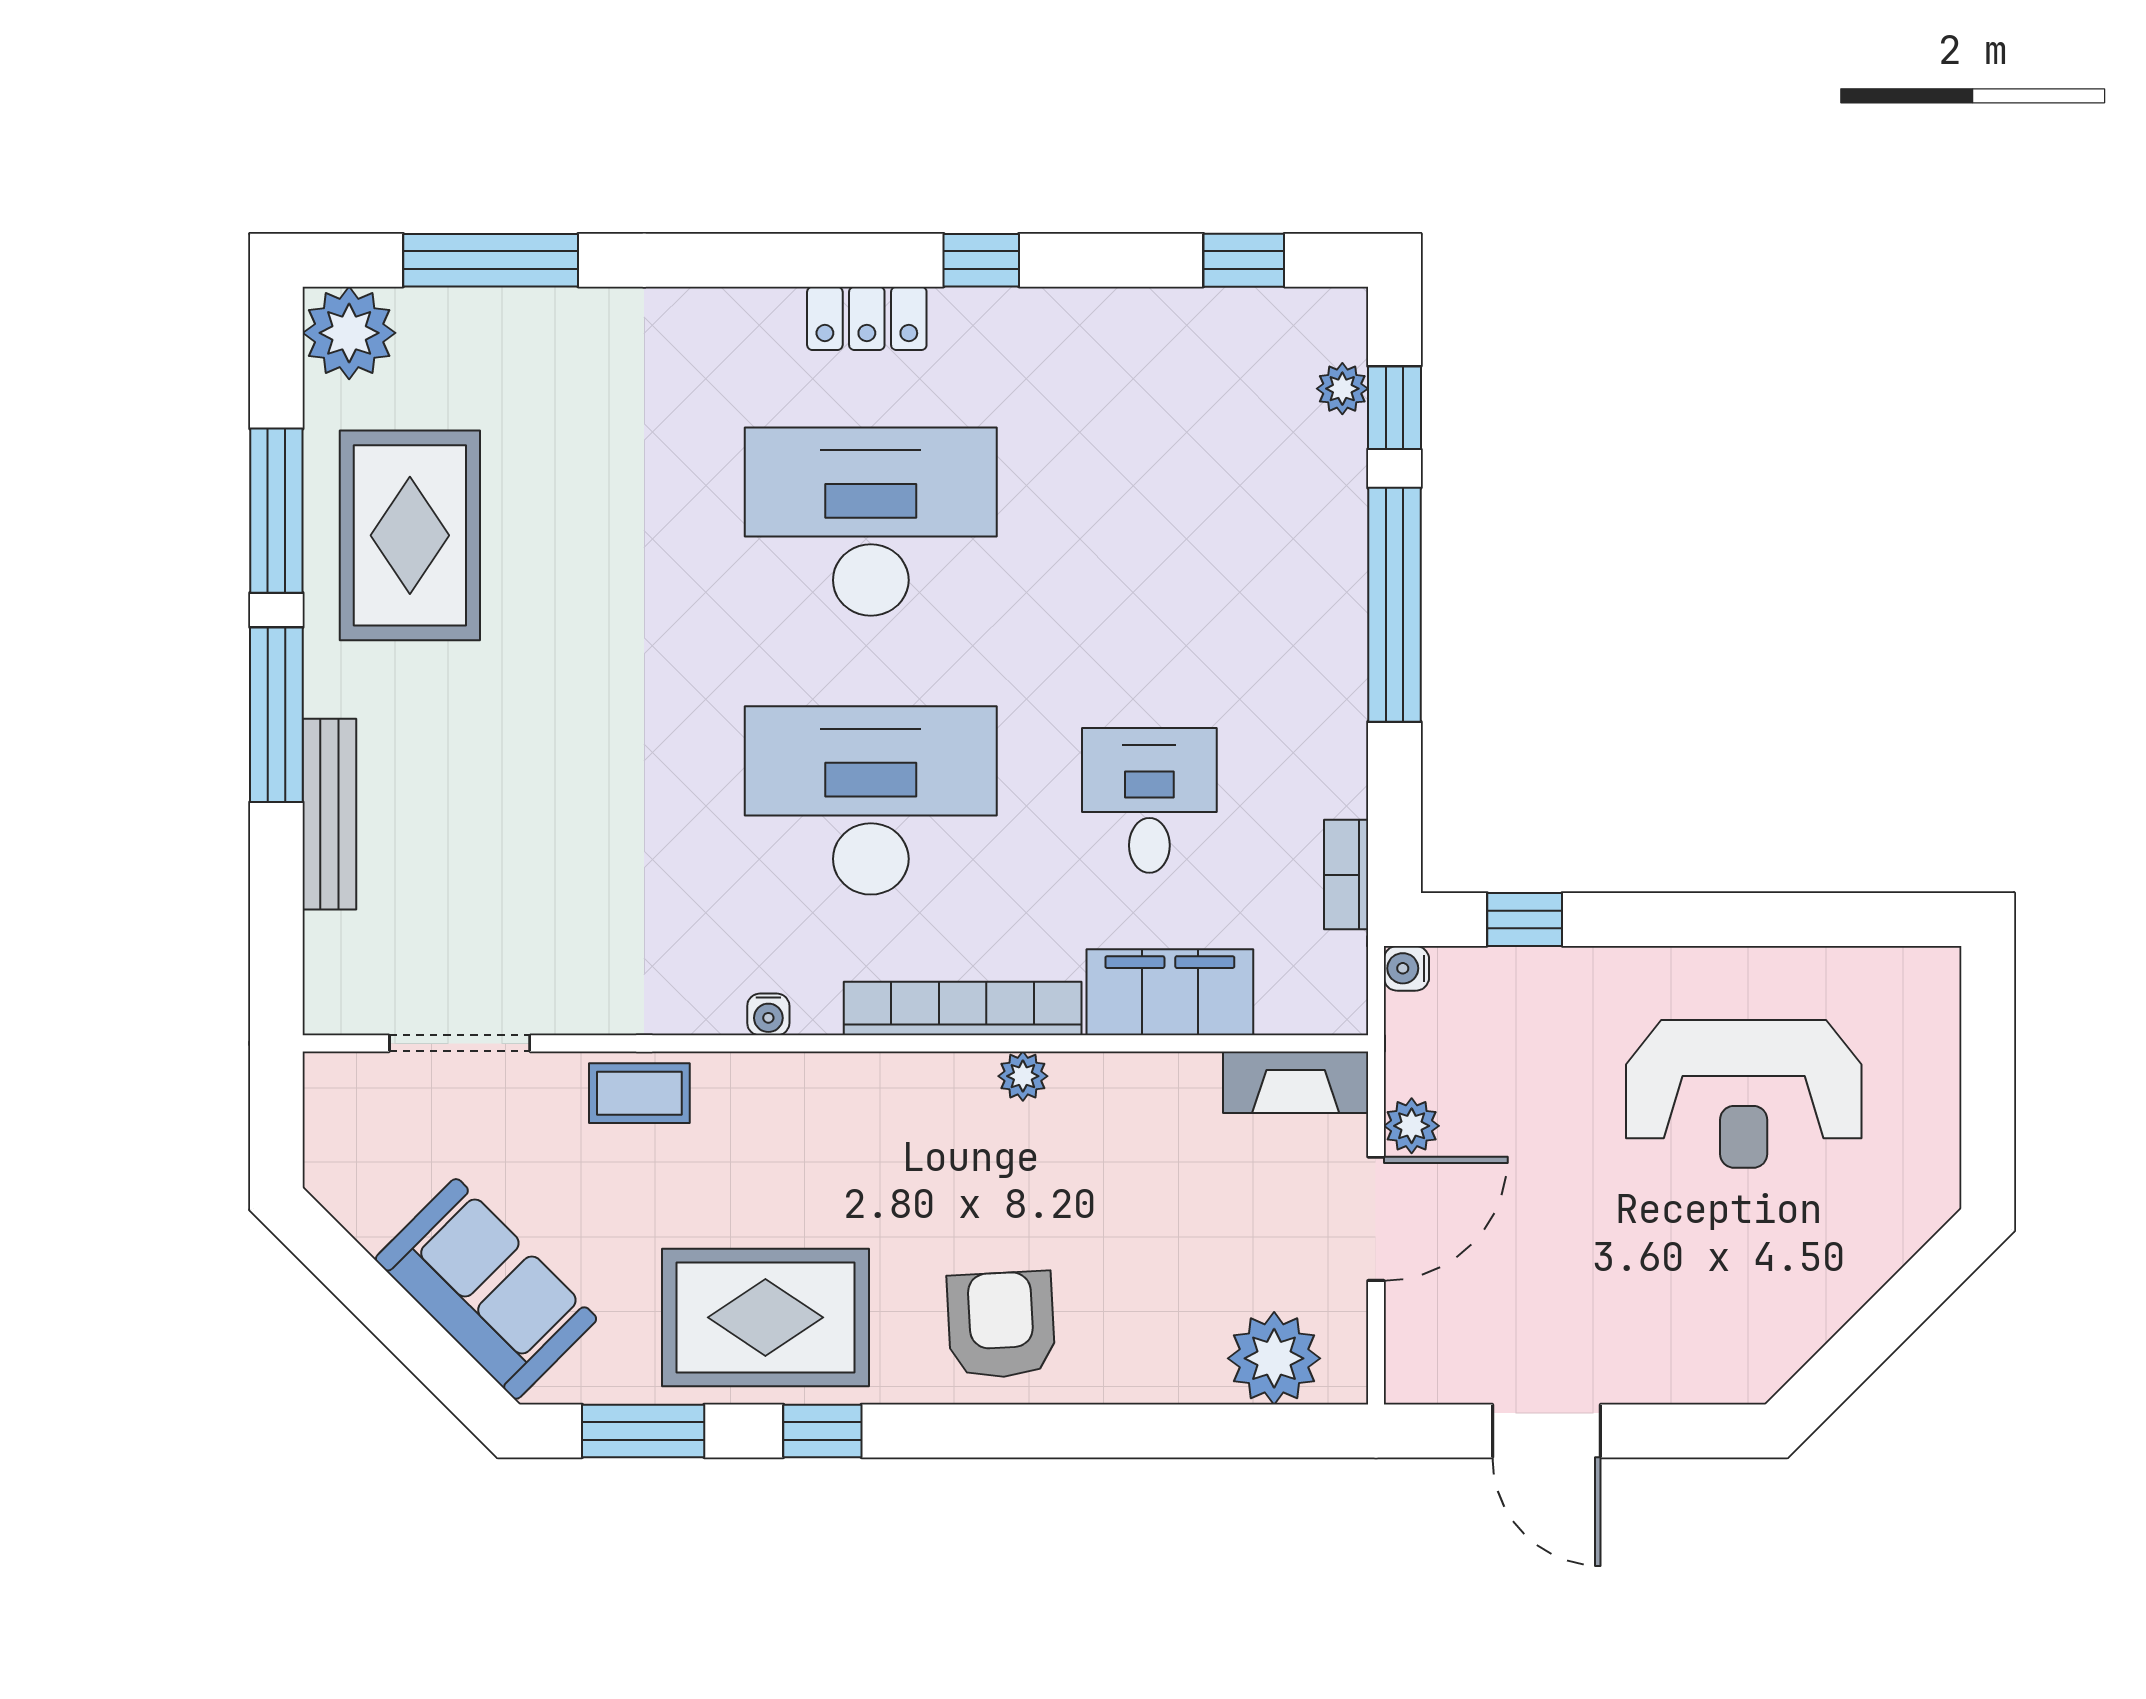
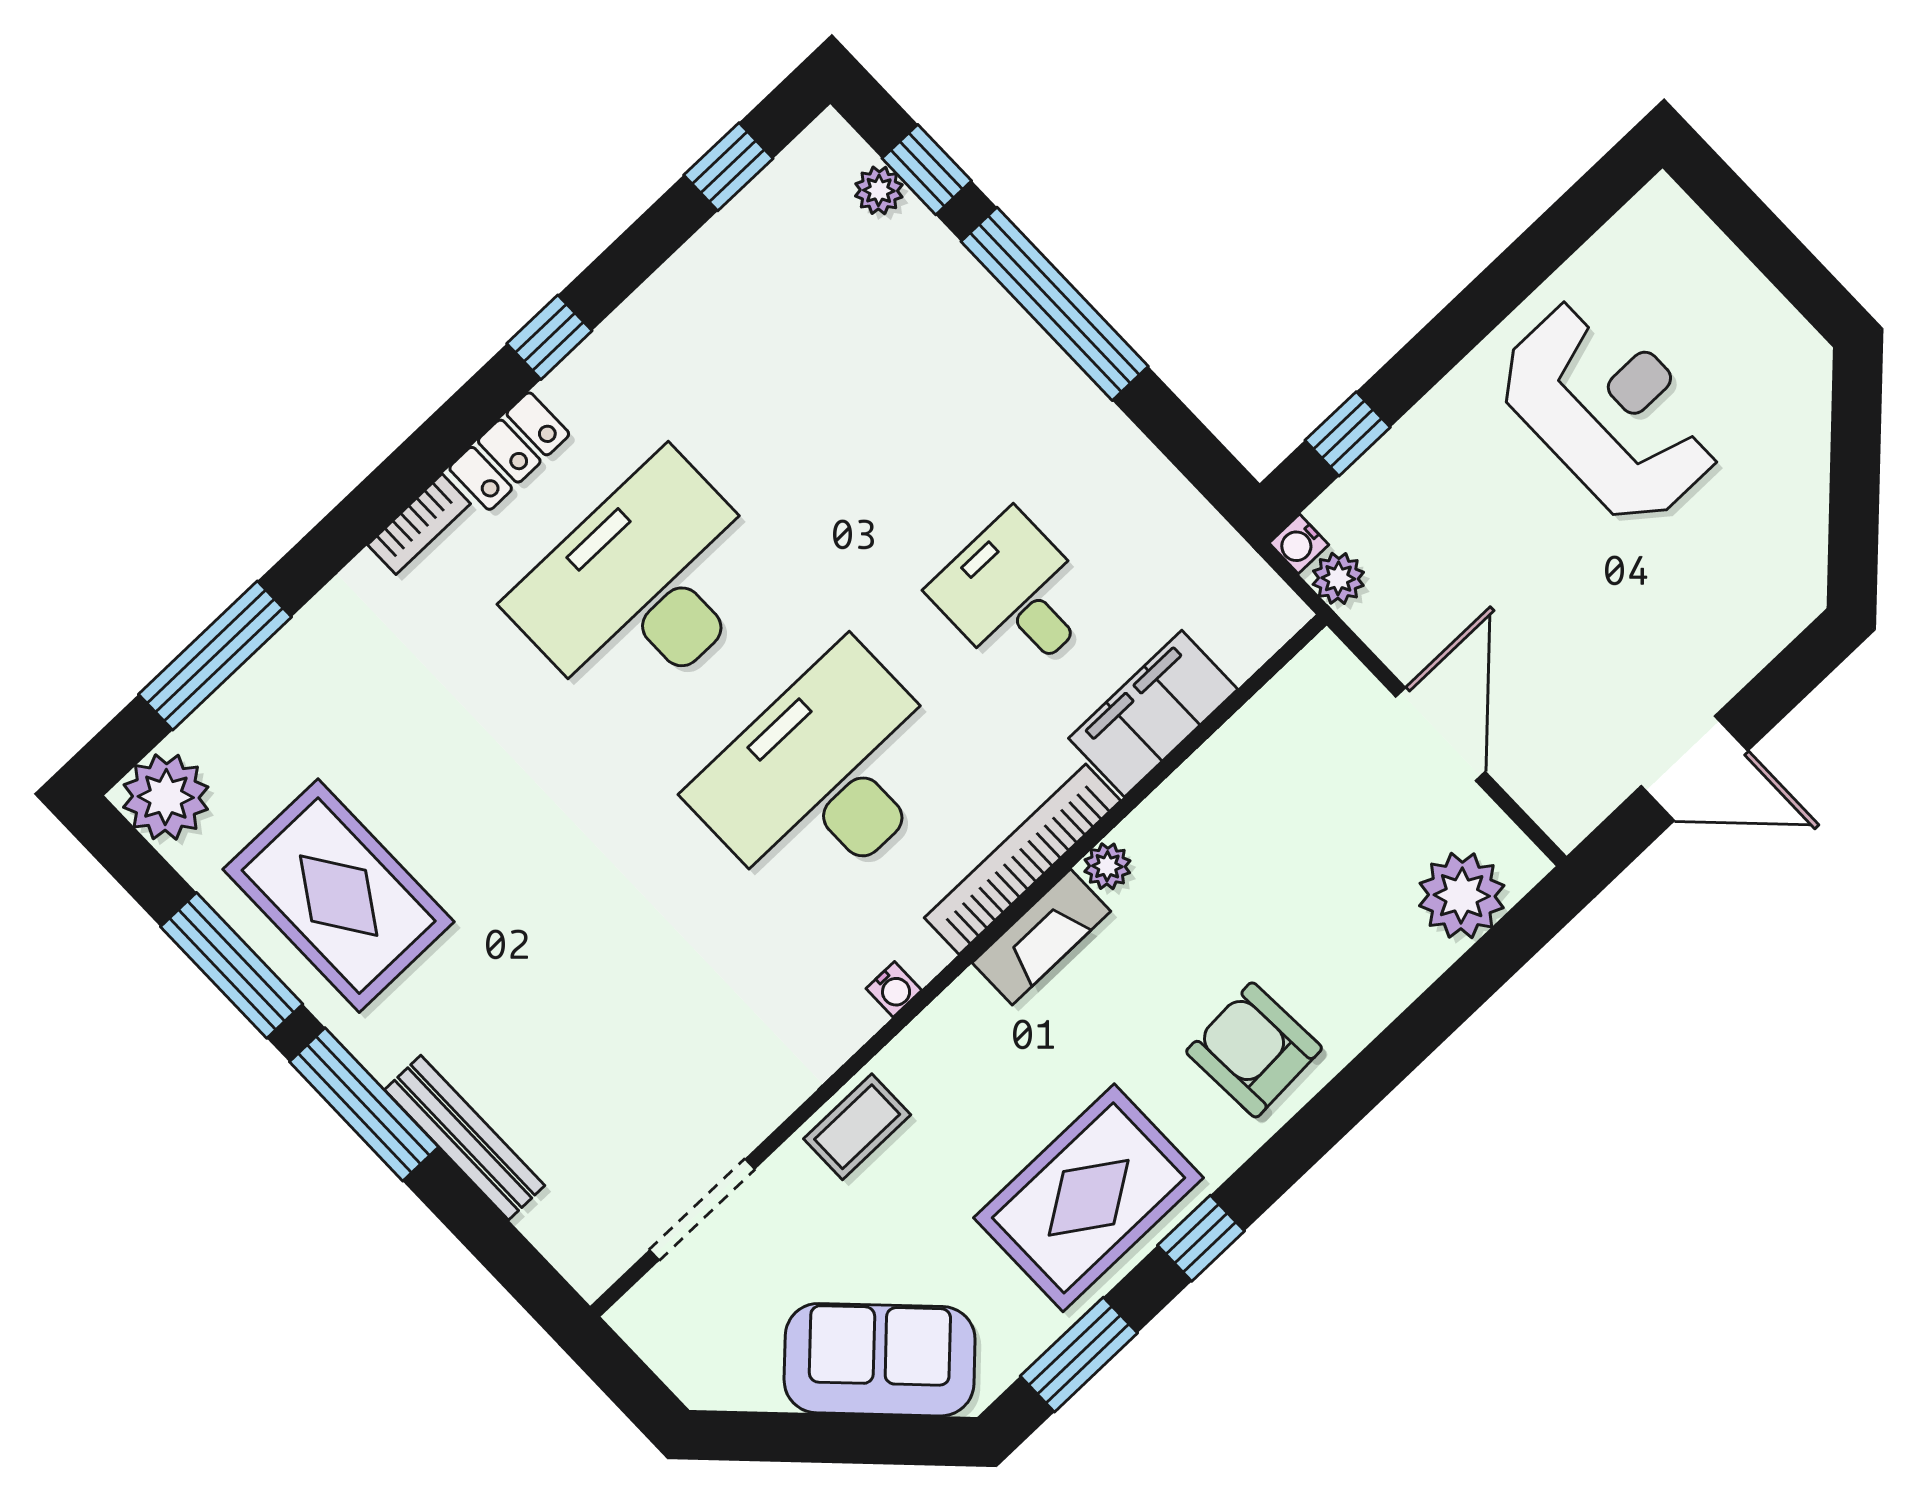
bookcase: (1346, 875) -> (419, 524), moved, turned -90
fireplace: (1296, 1082) -> (1041, 937), moved
reception desk: (1744, 1094) -> (1610, 411), turned -90
plant: (1412, 1126) -> (1338, 578), moved

